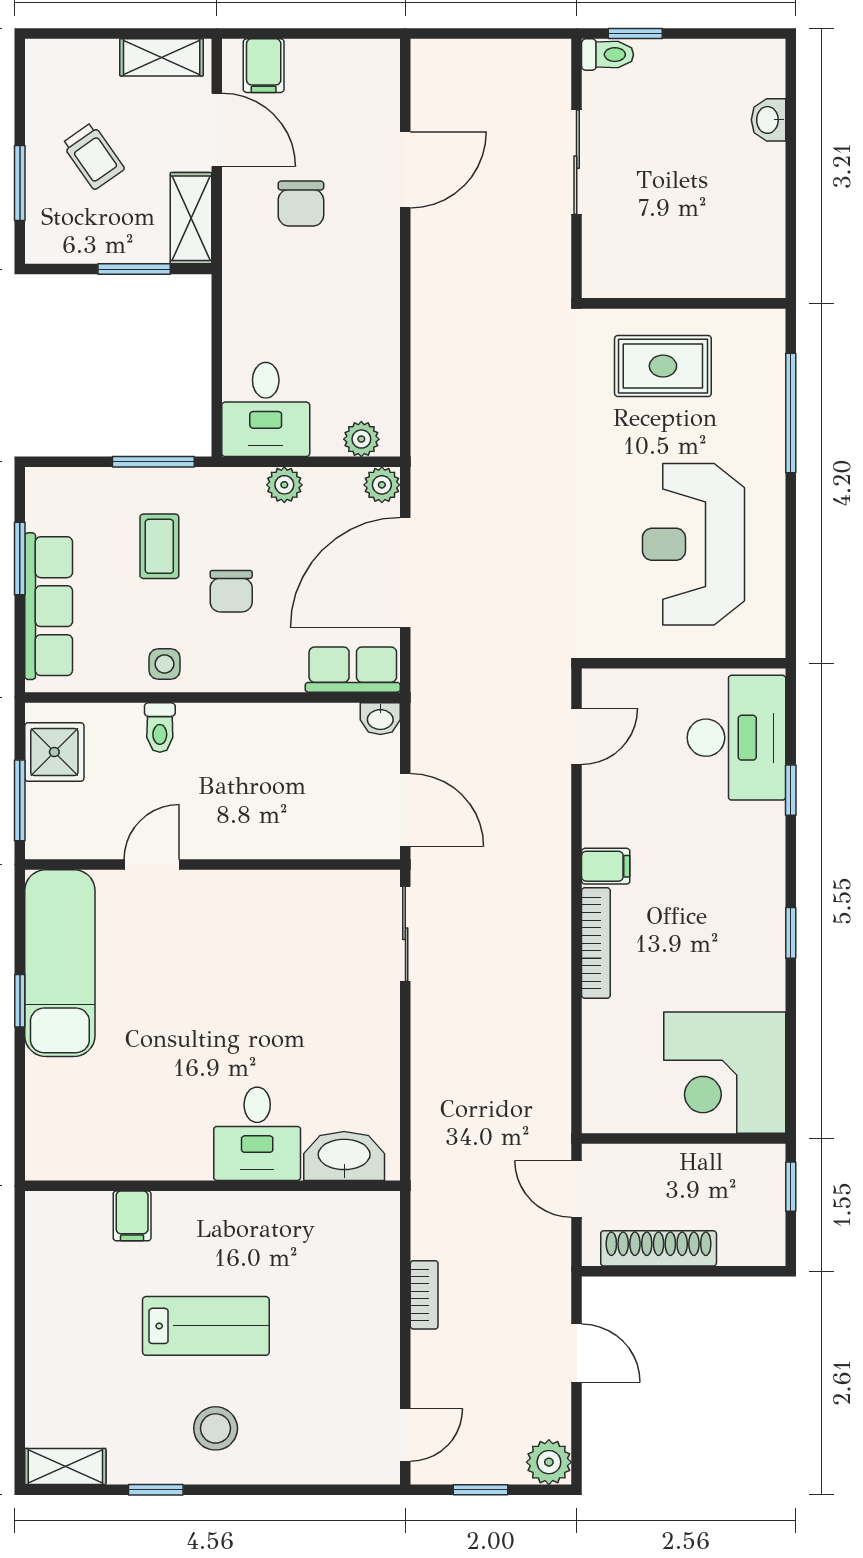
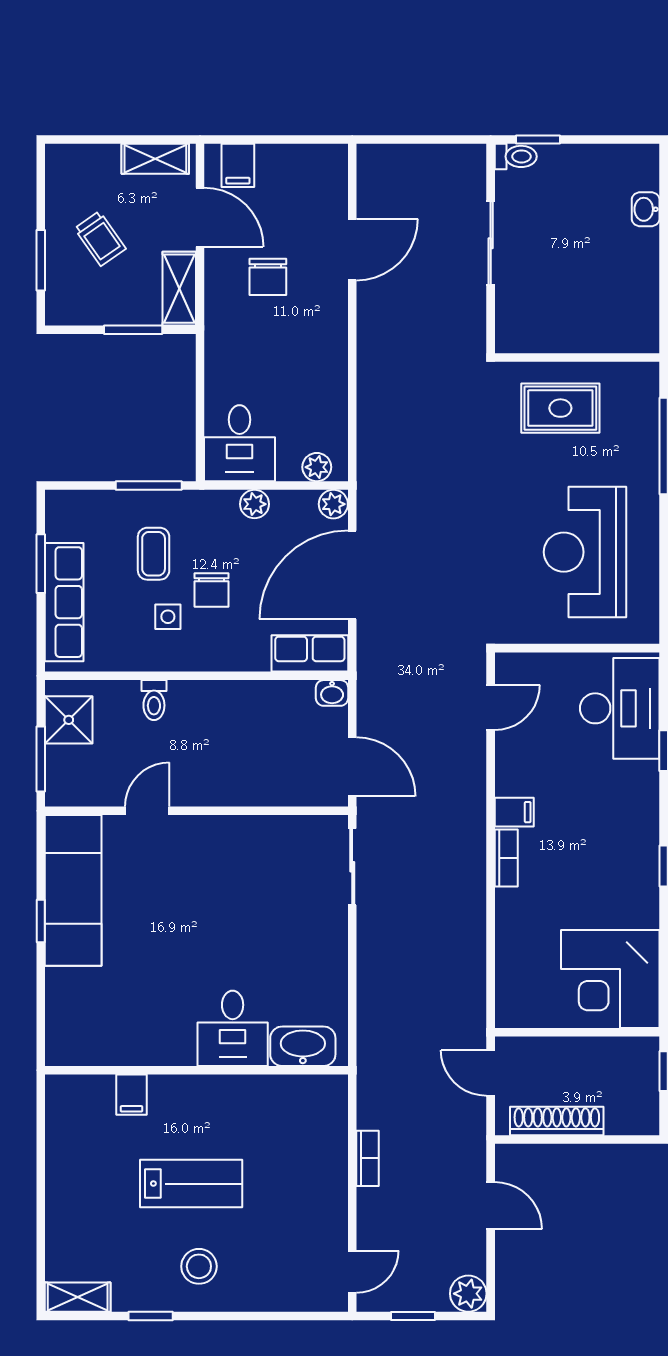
side table: (165, 664) -> (168, 617), moved
bookcase: (596, 943) -> (506, 858), width x0.64

